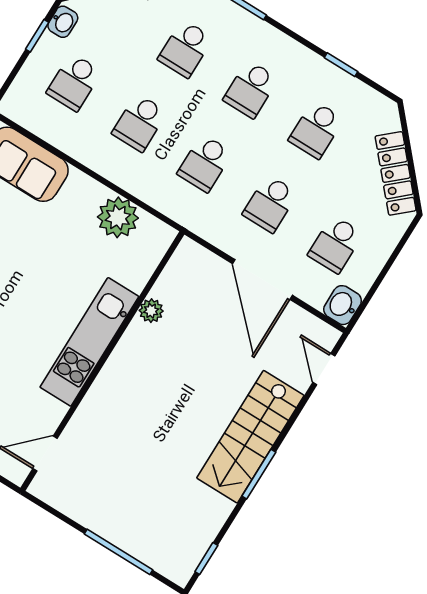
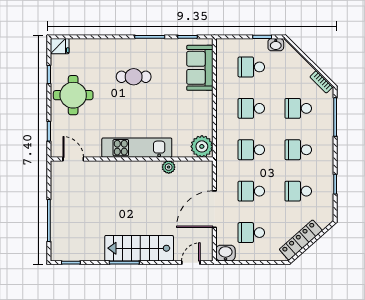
plant: (118, 217) -> (202, 146), moved

